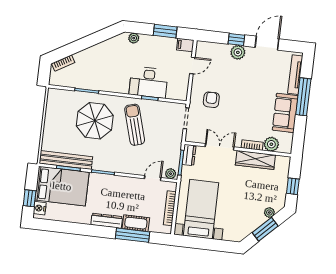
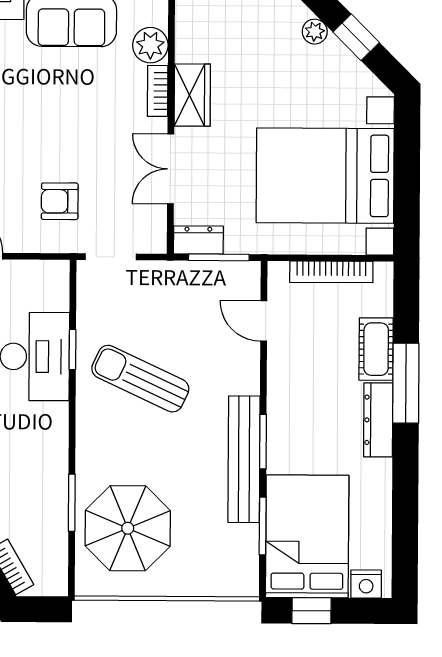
parasol: (95, 121) -> (128, 528), moved
sun lounger: (135, 125) -> (140, 379), turned 41
bench: (66, 160) -> (244, 459), moved
wardrobe: (255, 160) -> (192, 95), width x0.67
plant: (171, 174) -> (248, 279), removed
window: (30, 198) -> (312, 611), moved
bed with nightstands: (201, 209) -> (325, 176), width x1.36
window: (265, 229) -> (356, 37), width x0.67
window: (132, 235) -> (406, 383), moved

